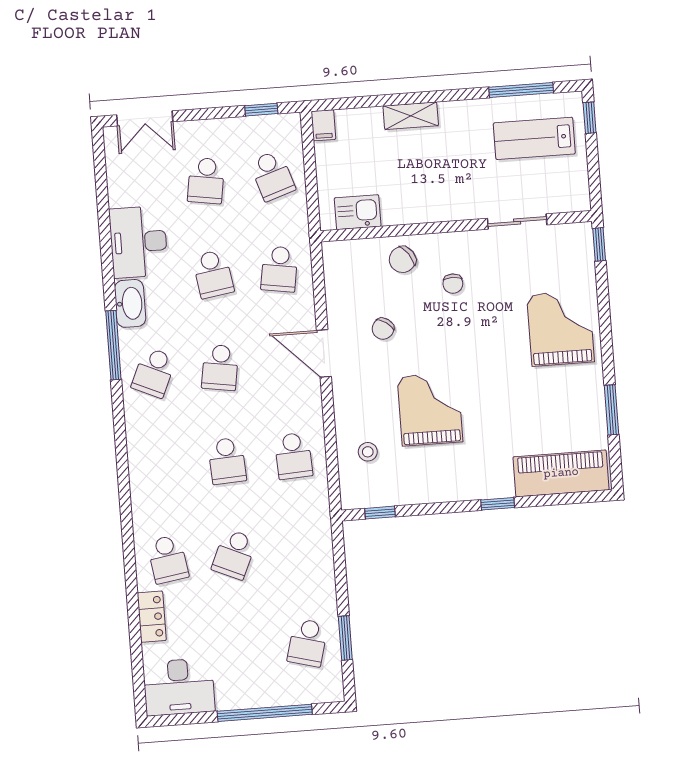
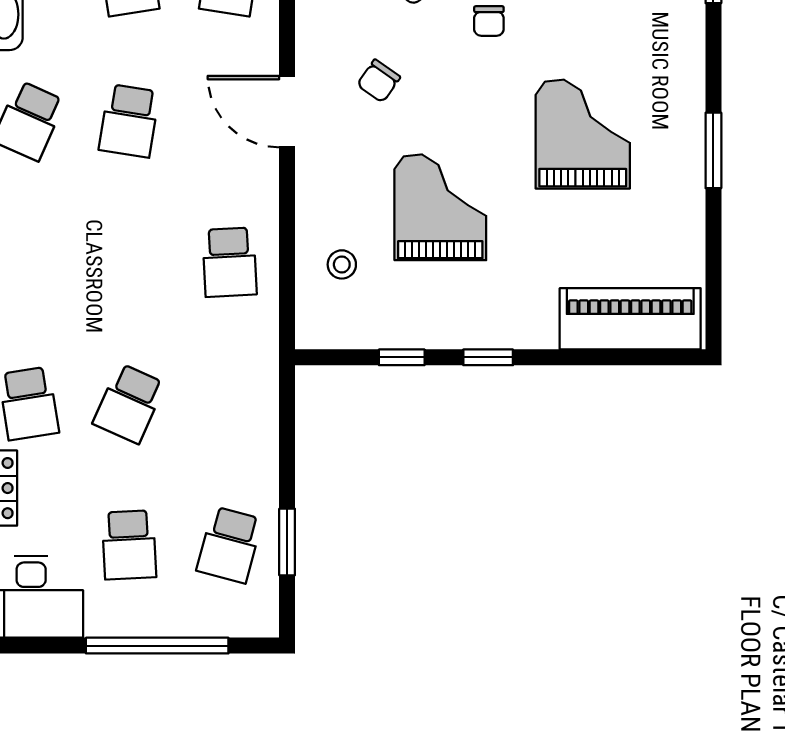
grand piano: (561, 328) -> (583, 134), moved
window: (612, 410) -> (713, 150), moved
school desk: (227, 461) -> (129, 545), moved
window: (498, 504) -> (488, 357), moved
window: (380, 513) -> (402, 357), moved

